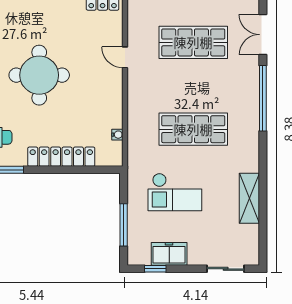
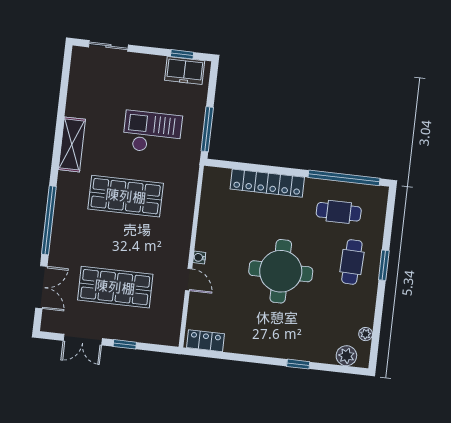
water cooler: (117, 135) -> (199, 258), moved
shelving: (249, 198) -> (72, 144), moved
window: (124, 225) -> (207, 129), moved
freezer: (169, 254) -> (185, 70), moved

